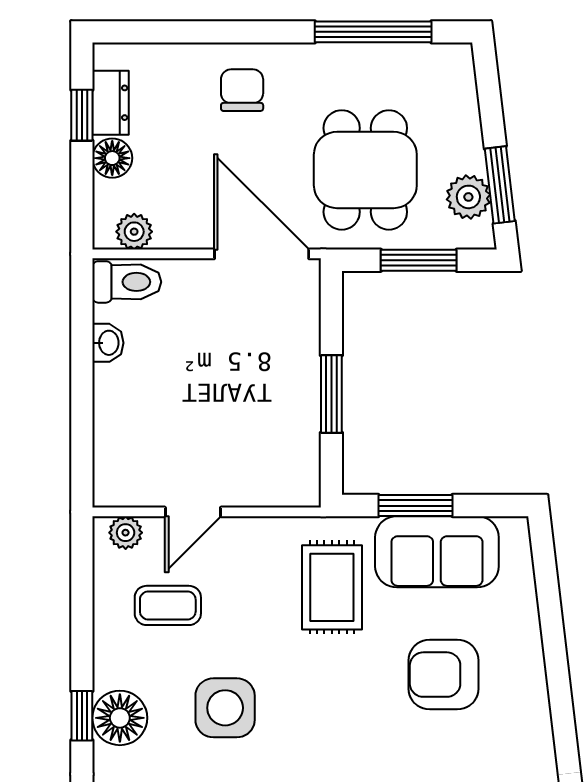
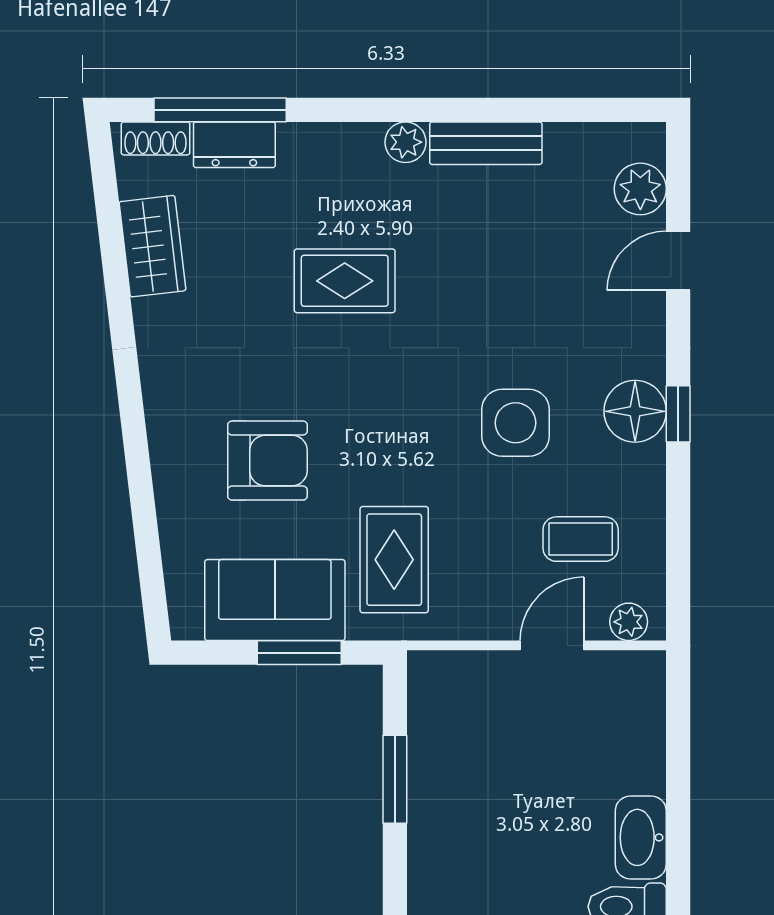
washbasin: (108, 343) -> (641, 837), width x1.91, depth x1.45

